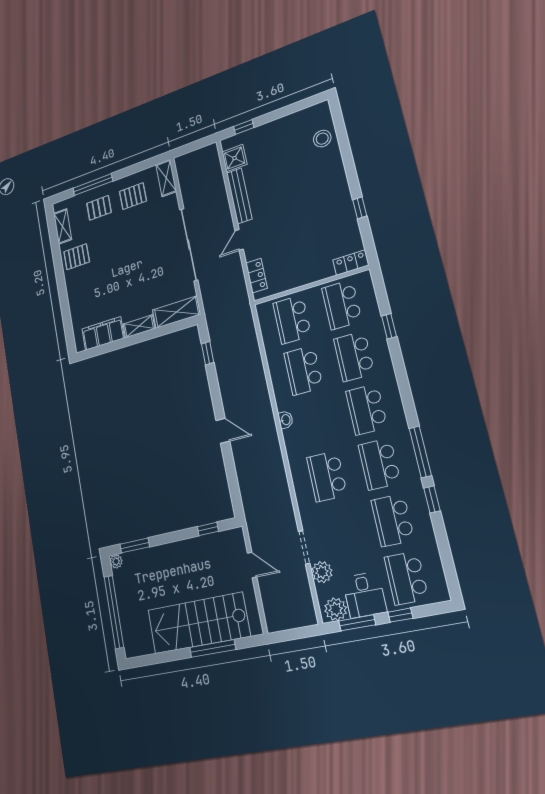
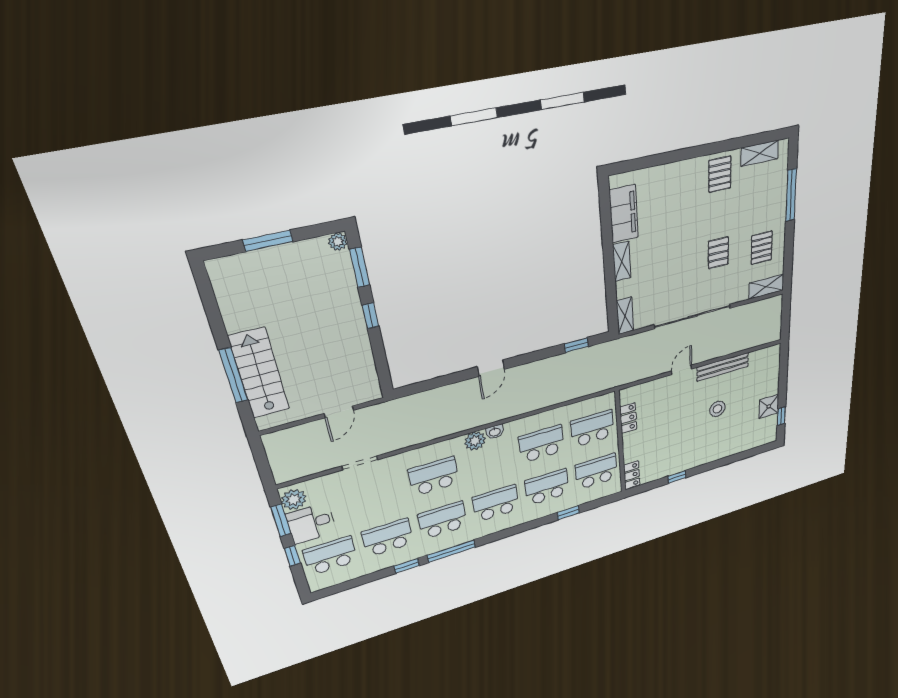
window: (244, 127) -> (781, 416), moved
stool: (322, 139) -> (717, 409), moved
shower: (234, 158) -> (769, 406), moved
pallet: (99, 208) -> (718, 253), moved
door: (239, 240) -> (682, 370), hinge flipped
locker: (256, 276) -> (628, 418), moved, turned -90
shelving: (176, 312) -> (625, 316), width x0.67, depth x0.75
window: (208, 529) -> (371, 316), moved
plant: (322, 572) -> (475, 441), moved
window: (114, 612) -> (268, 241), width x0.47
stairs: (198, 623) -> (259, 373), width x0.73, depth x0.66

